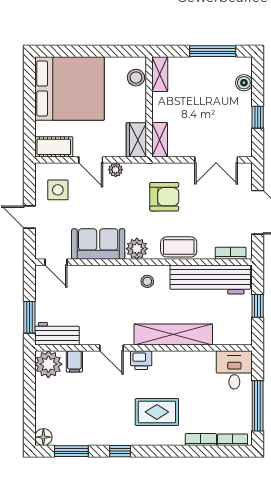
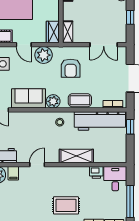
plant: (116, 170) -> (44, 55), width x1.88, depth x1.88
armchair: (164, 197) -> (71, 68), turned 90
window: (258, 306) -> (130, 127), moved
shelving: (173, 335) -> (76, 156), width x0.68
door: (112, 348) -> (37, 165), swing flipped
printer: (141, 360) -> (96, 172), moved

